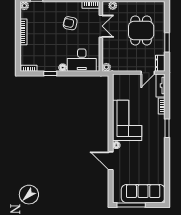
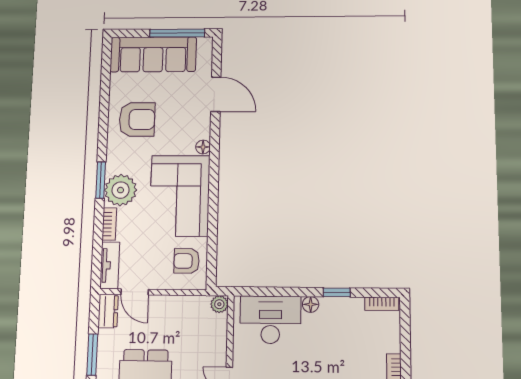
door: (148, 73) -> (135, 292), swing flipped
armchair: (123, 88) -> (187, 261), added
plant: (157, 123) -> (121, 190), added
armchair: (150, 159) -> (137, 119), added
door: (111, 161) -> (216, 94), moved

